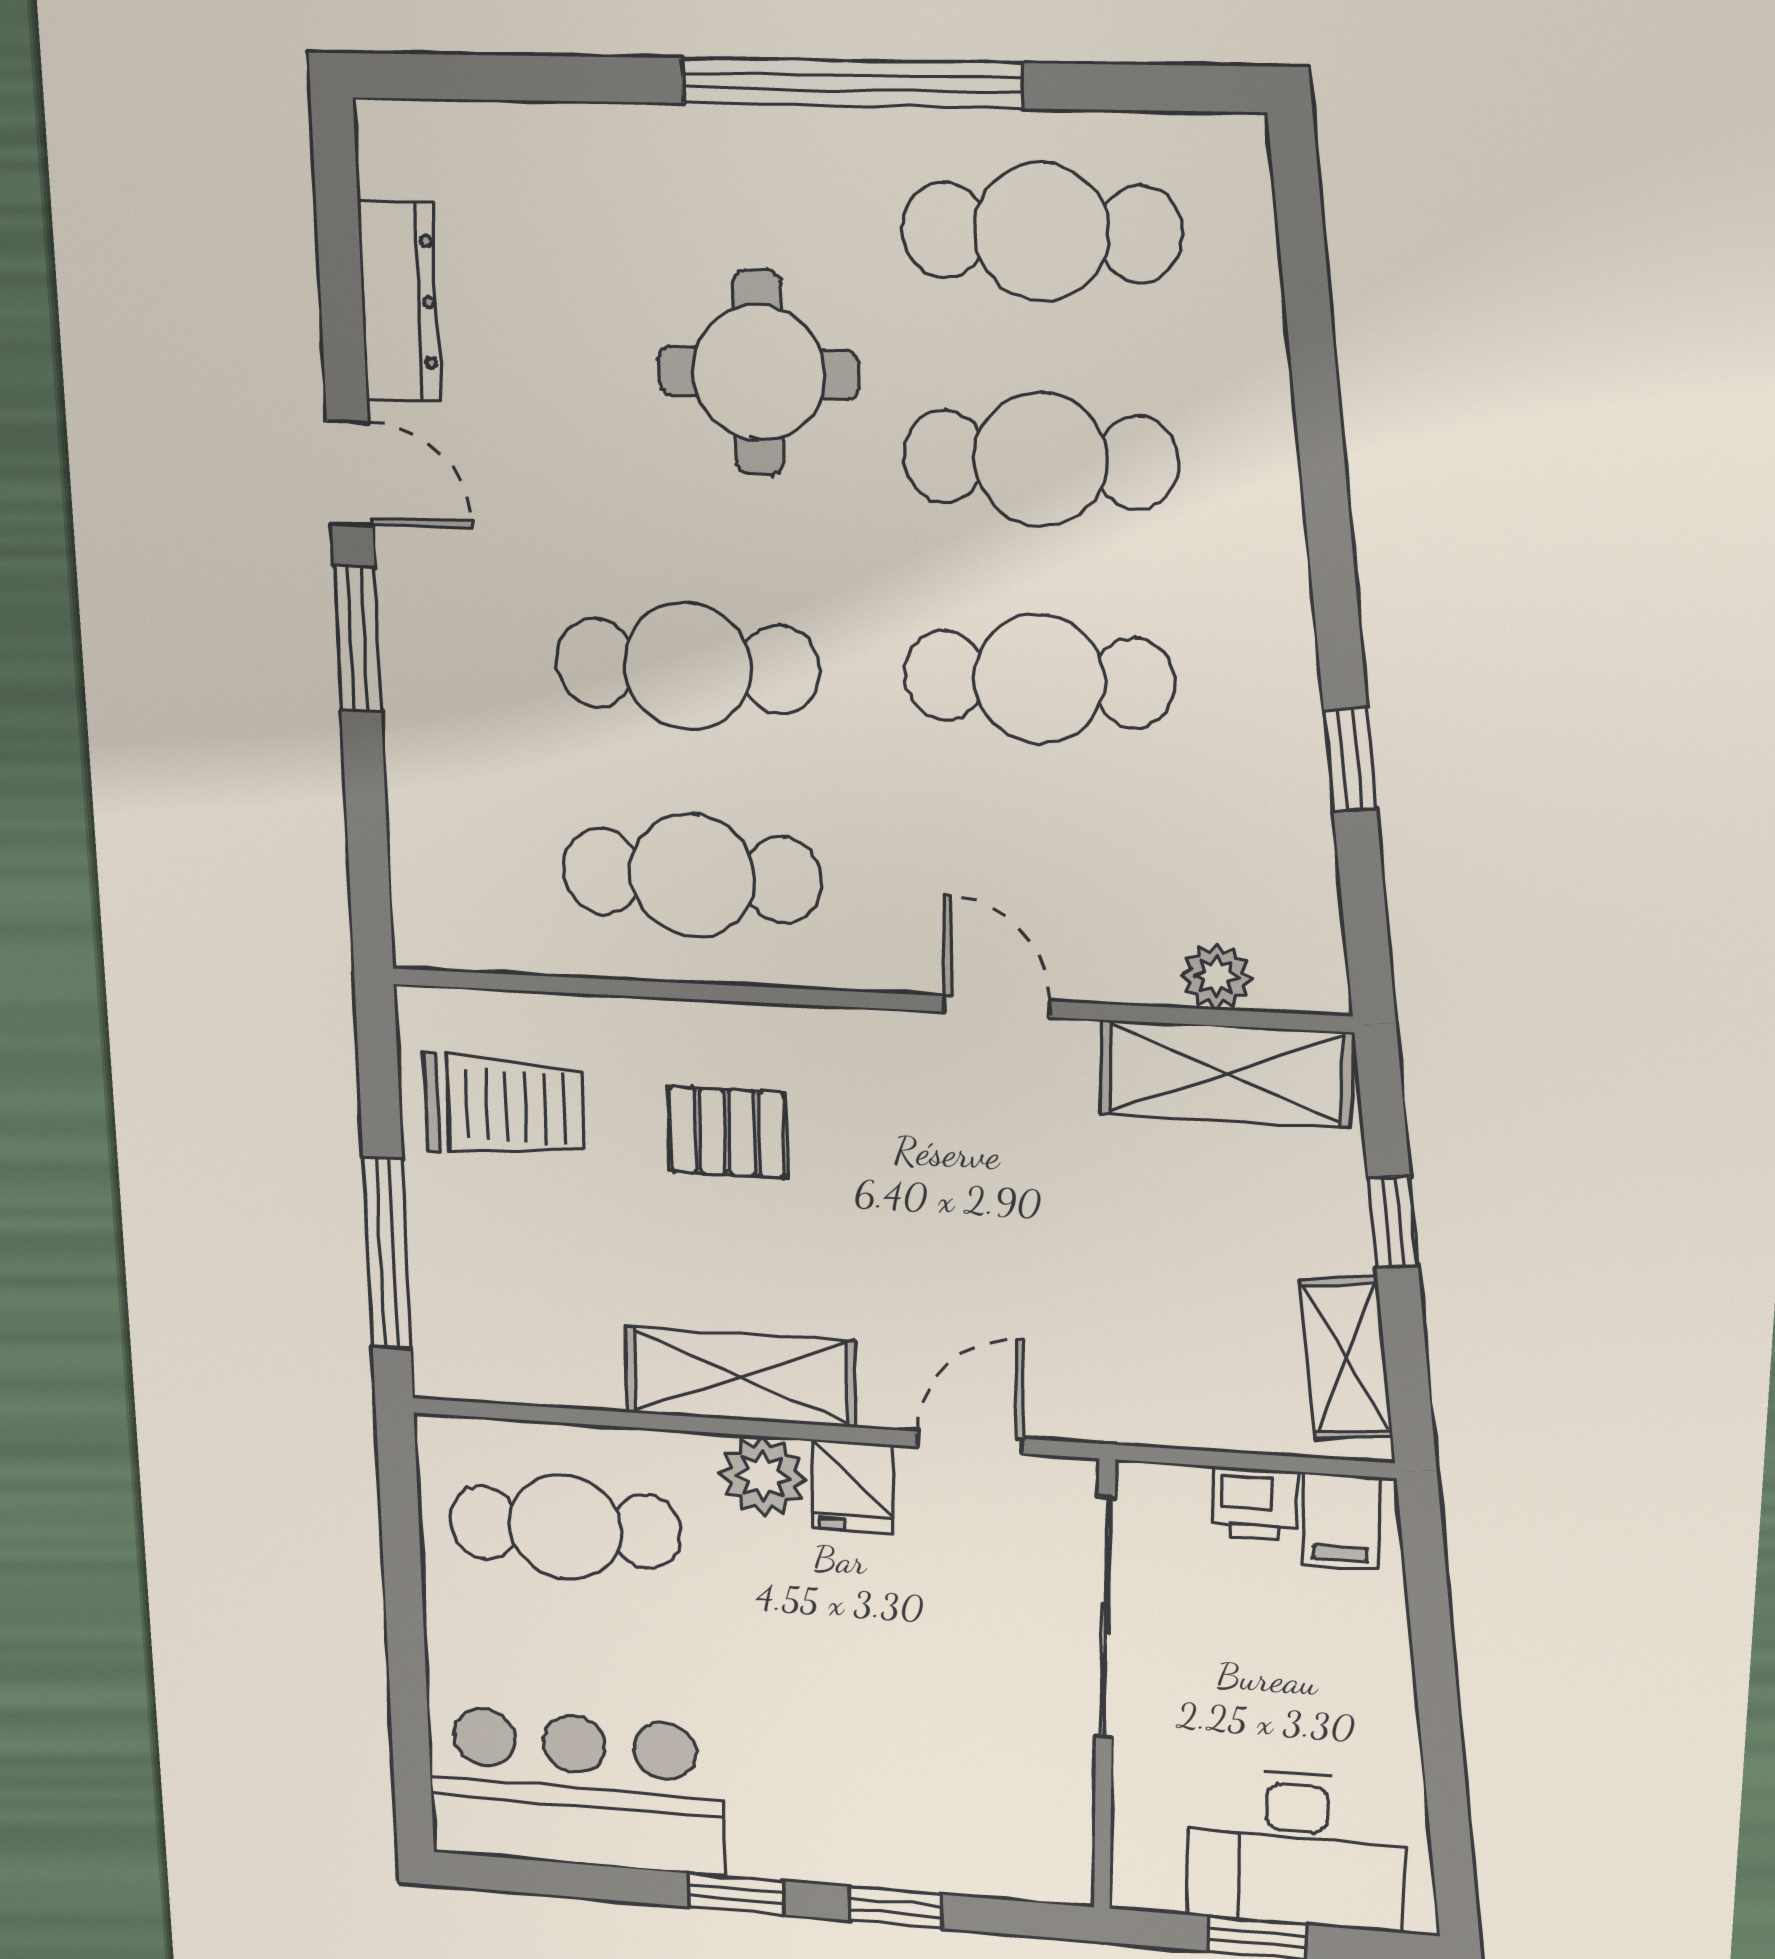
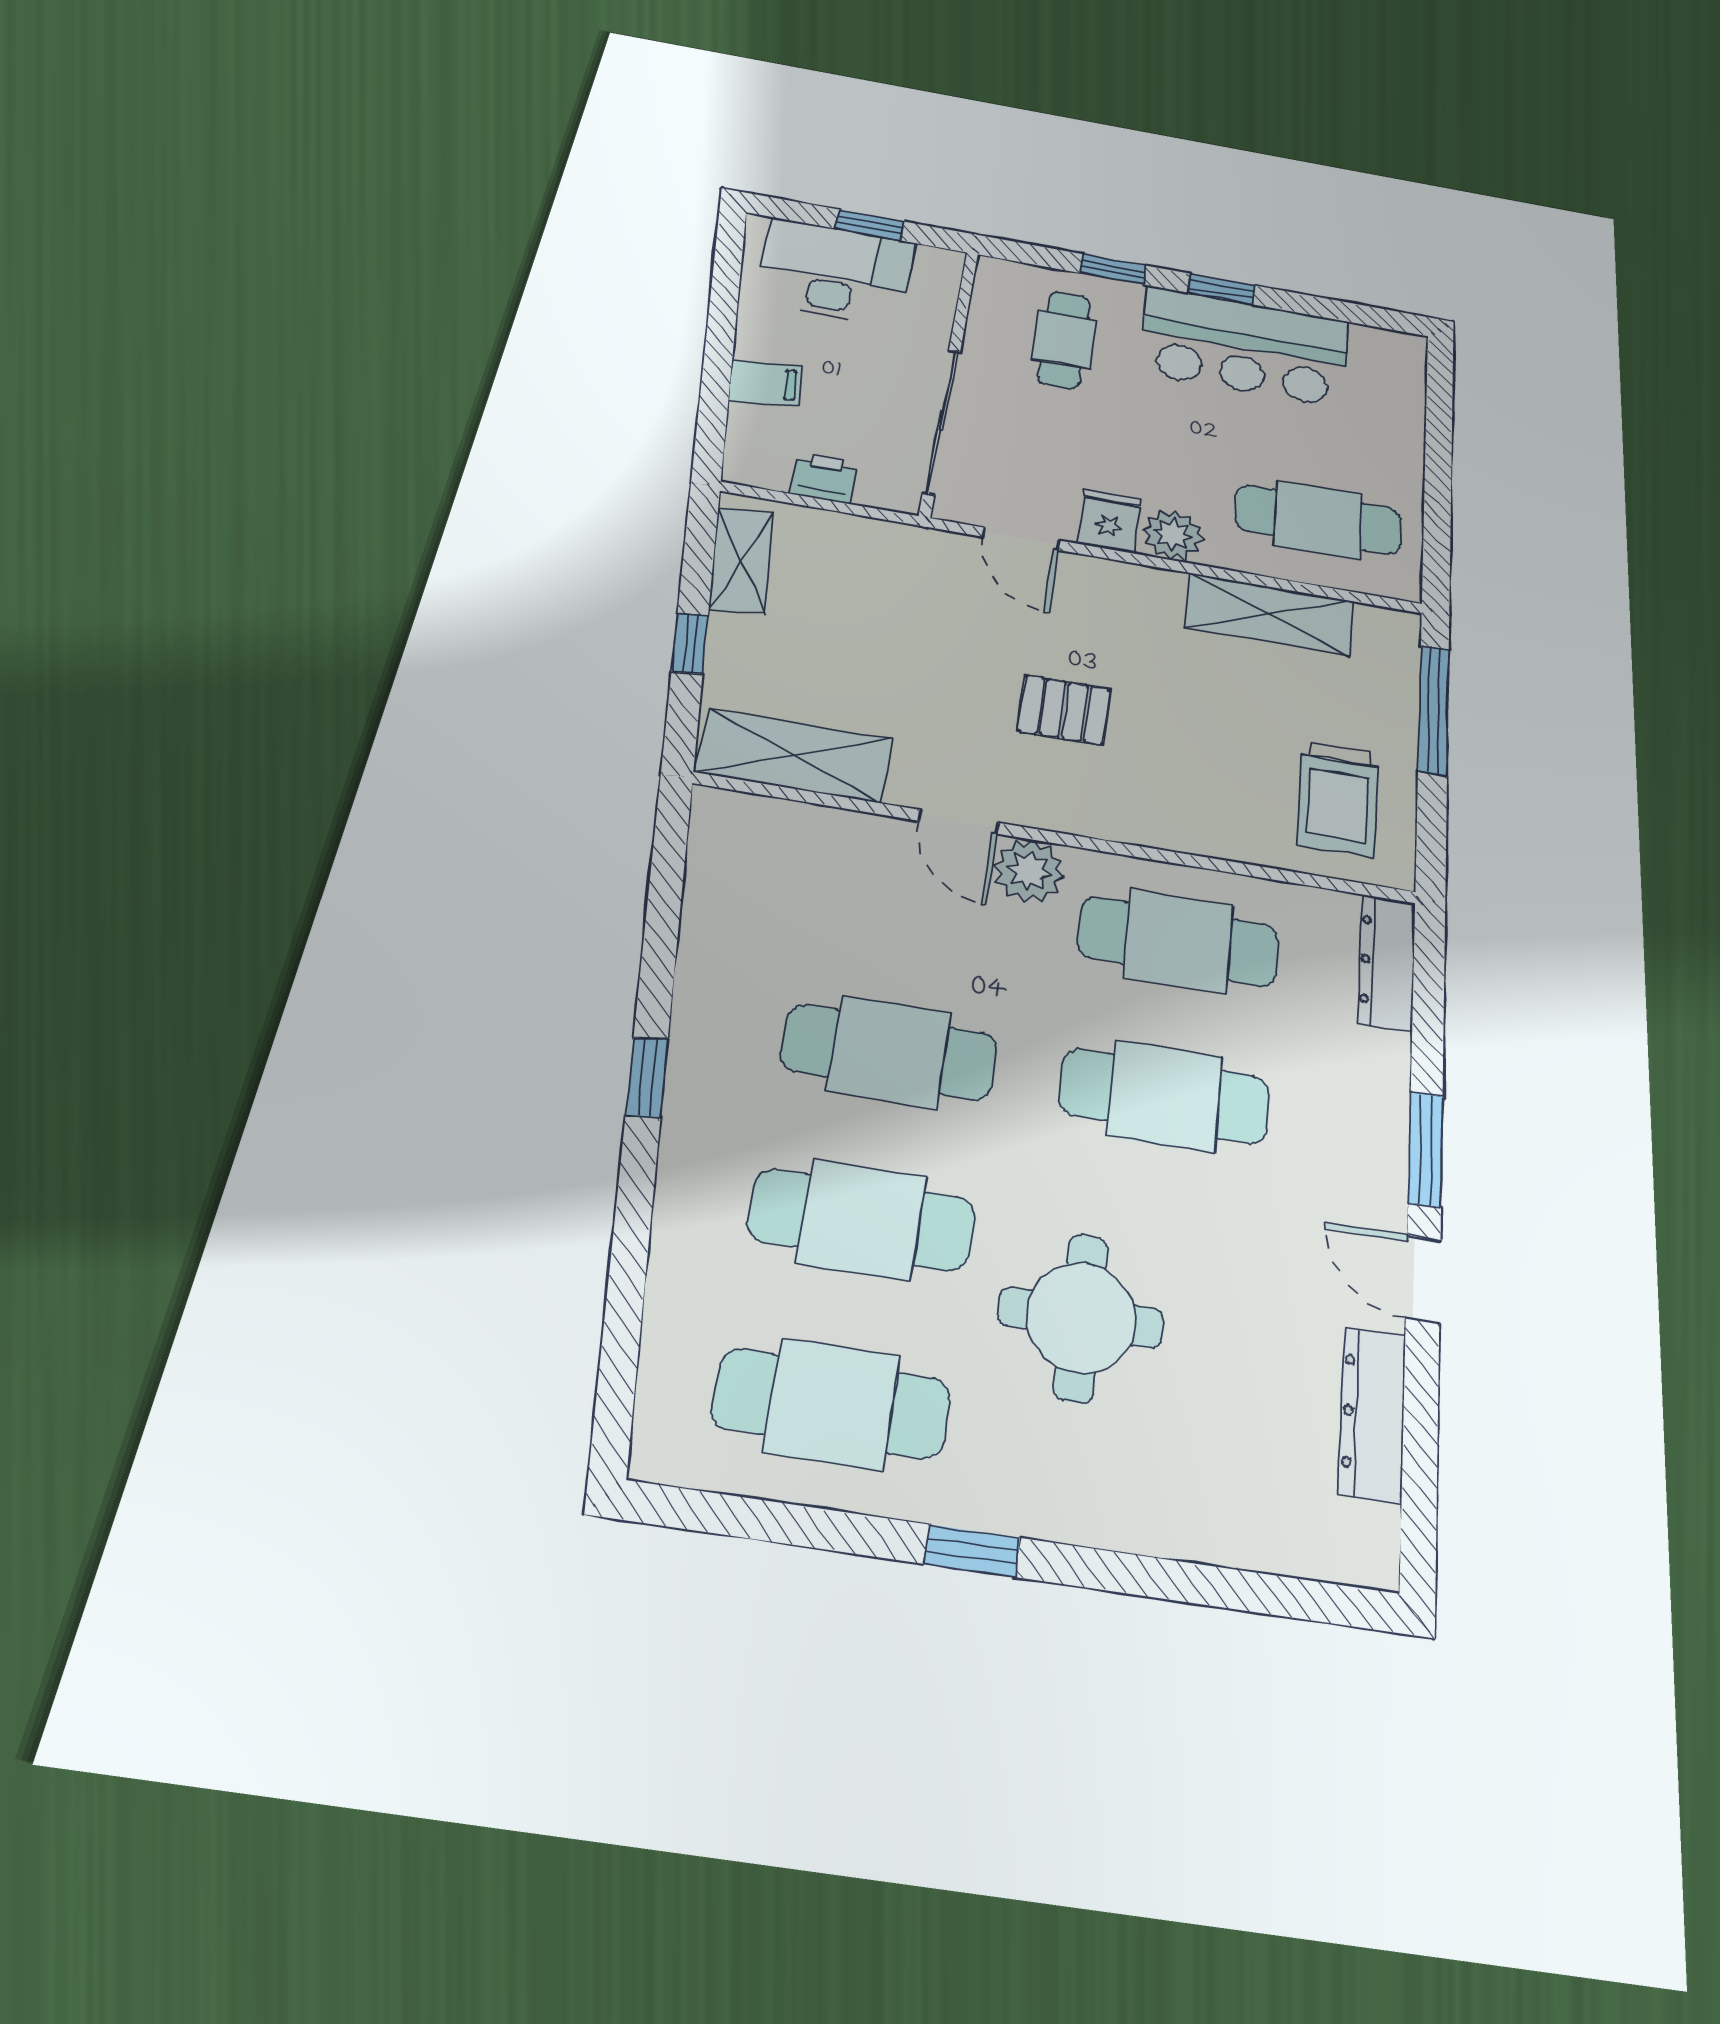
window: (852, 83) -> (972, 1551), width x0.32
window: (1350, 760) -> (647, 1077), moved
dresser: (424, 882) -> (1387, 962), added
plant: (1216, 976) -> (1029, 871), moved, width x1.38, depth x1.38
trolley: (504, 1106) -> (1338, 798), turned -90
pallet: (727, 1132) -> (1064, 710), moved
shelving: (740, 1377) -> (1270, 614), moved
door: (970, 1443) -> (1021, 539), hinge flipped
filing cabinet: (1341, 1521) -> (765, 383), moved, turned 83
cafe table: (951, 1777) -> (1064, 340), added
bar counter: (576, 1790) -> (1245, 346), moved

